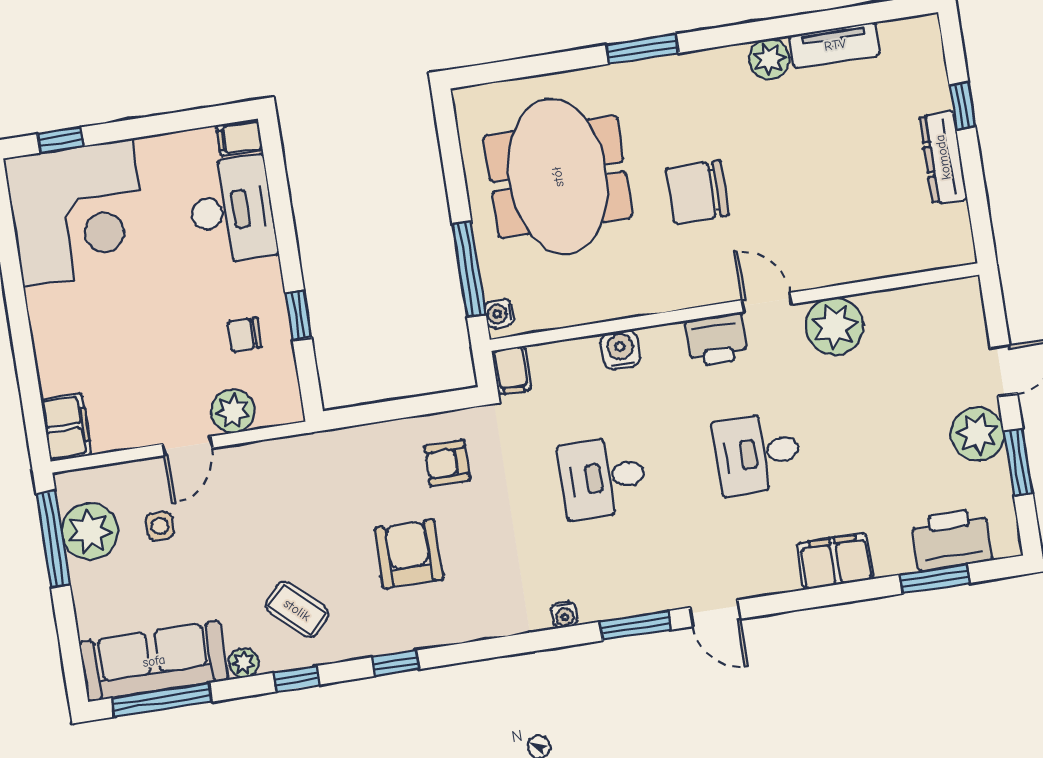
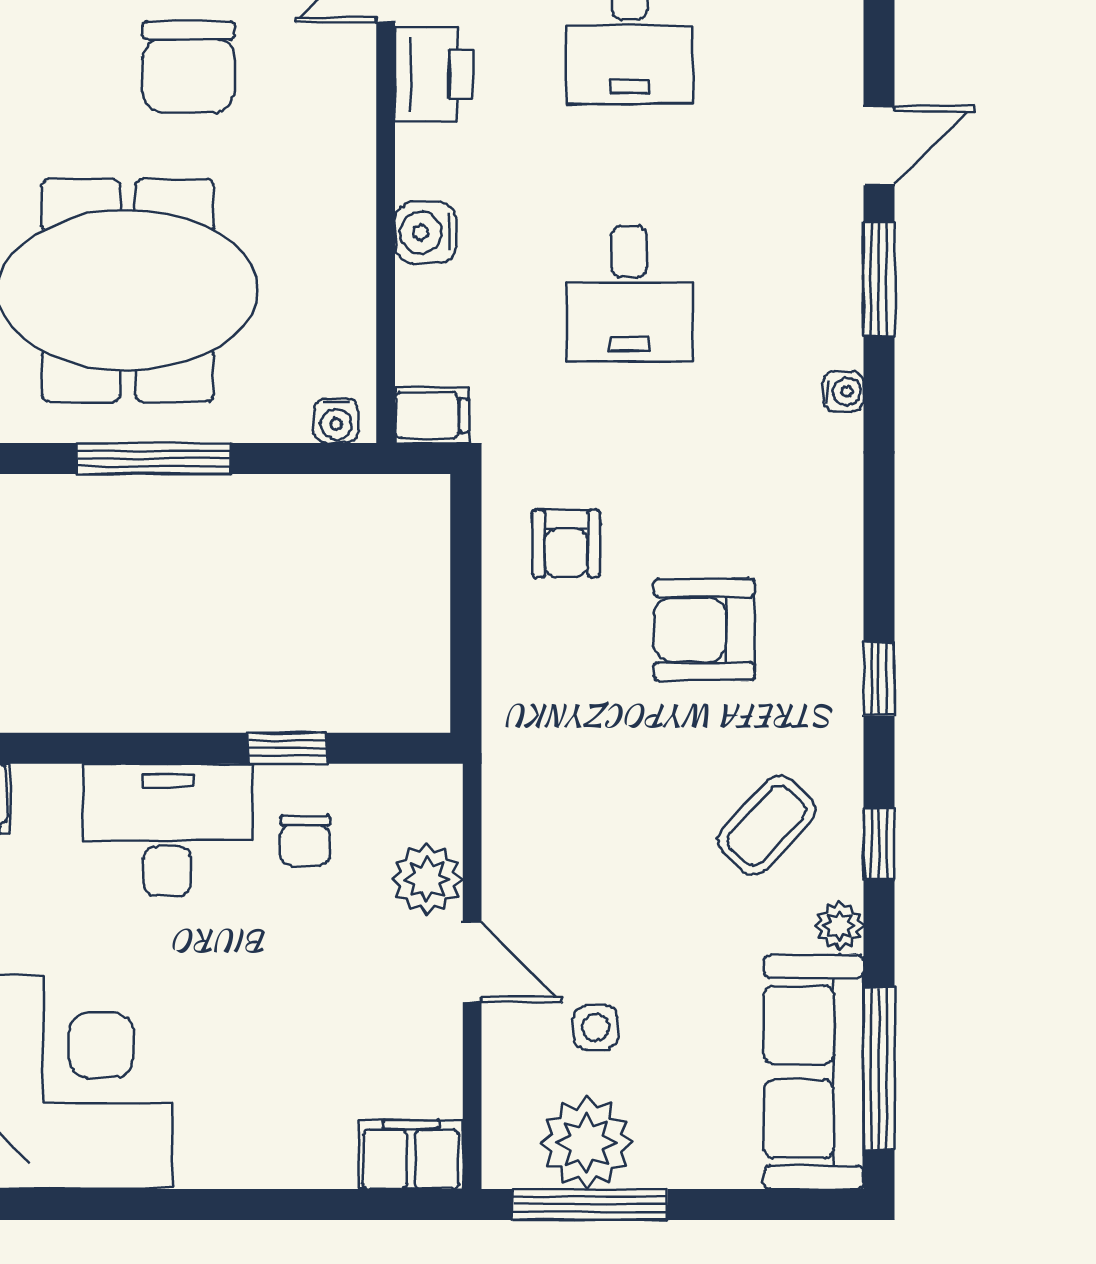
desk: (232, 210) -> (167, 830), moved
window: (469, 270) -> (154, 458), moved

